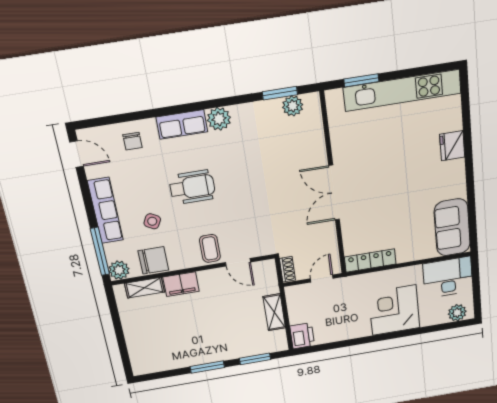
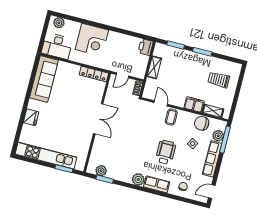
door: (77, 154) -> (212, 192), hinge flipped
wheelchair: (192, 187) -> (166, 152), turned 90
sofa: (452, 227) -> (44, 79), width x1.36
plant: (119, 270) -> (218, 136), moved
trolley: (160, 338) -> (219, 80), added

